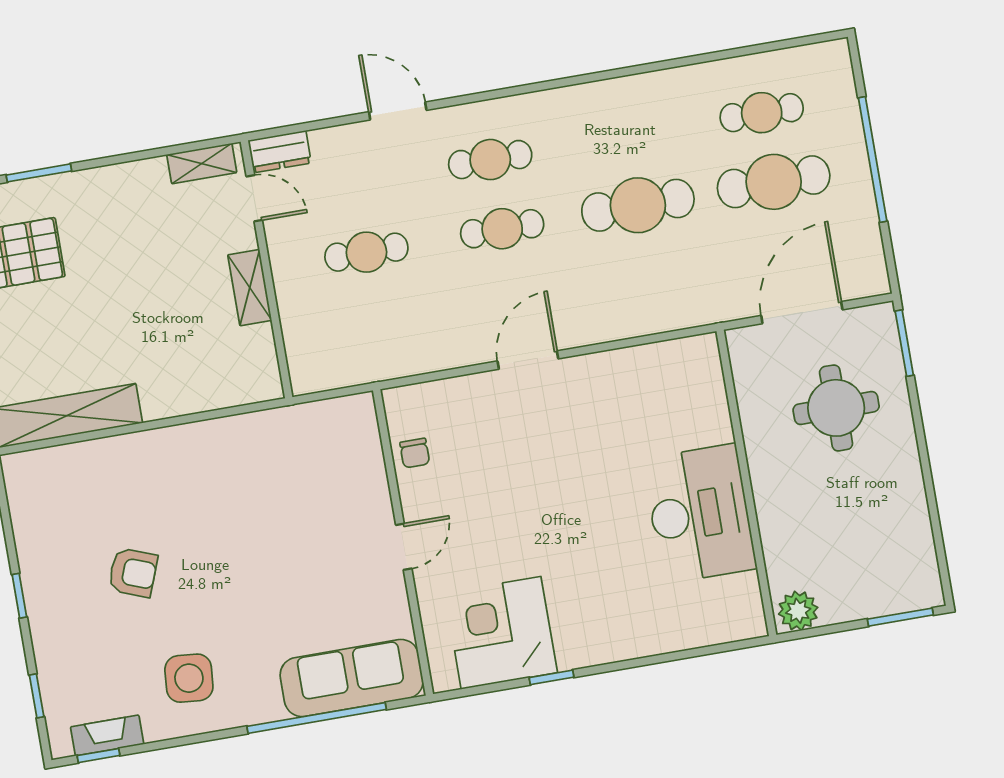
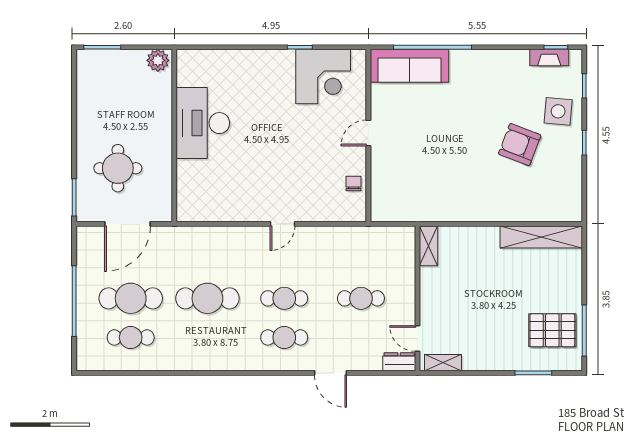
shelving: (250, 288) -> (428, 246), moved
door: (528, 360) -> (283, 224), width x0.73
armchair: (133, 573) -> (520, 145), width x1.38, depth x1.38
side table: (189, 678) -> (558, 111), moved

